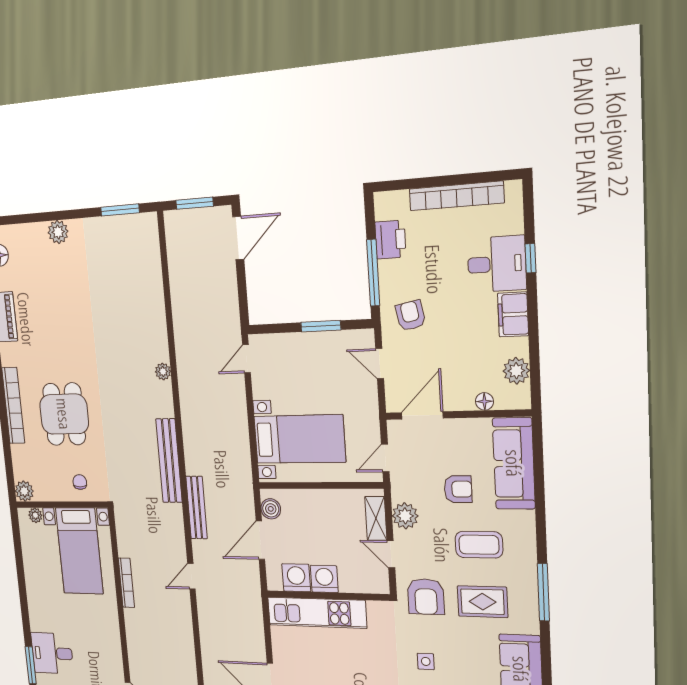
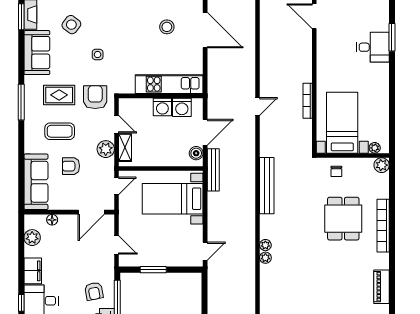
armchair: (411, 315) -> (94, 291), moved
plant: (161, 352) -> (265, 258), added
bench: (197, 508) -> (213, 170), moved

